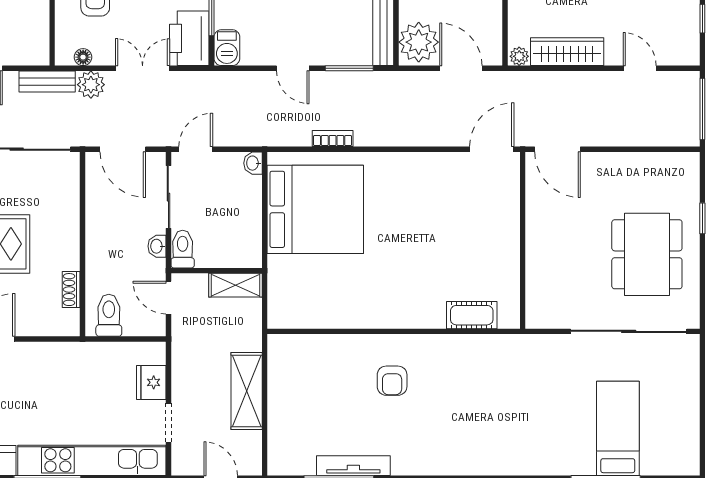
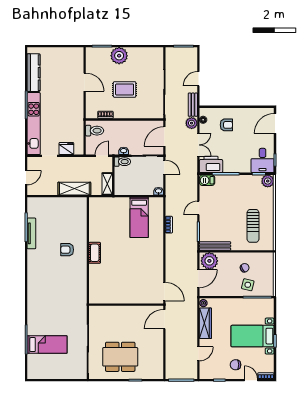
bed: (315, 209) -> (139, 217), width x0.49
cot: (472, 315) -> (95, 253), moved
shelving: (247, 391) -> (74, 189), moved

